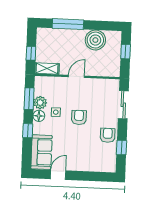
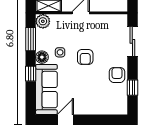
plant: (40, 103) -> (43, 21), moved
armchair: (79, 117) -> (85, 57), turned 180
sofa: (41, 152) -> (46, 90), width x1.36

